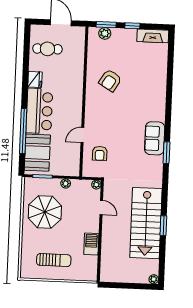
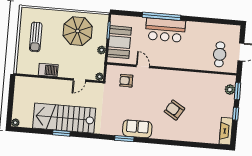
cafe table: (47, 49) -> (220, 54), moved
fridge: (35, 79) -> (193, 27), removed
armchair: (110, 80) -> (174, 110), moved
window: (23, 131) -> (161, 16), moved
booth: (37, 153) -> (119, 42), moved, turned 90

